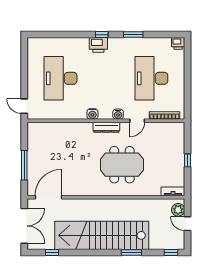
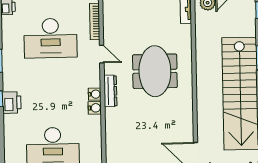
water cooler: (118, 114) -> (95, 94), moved

